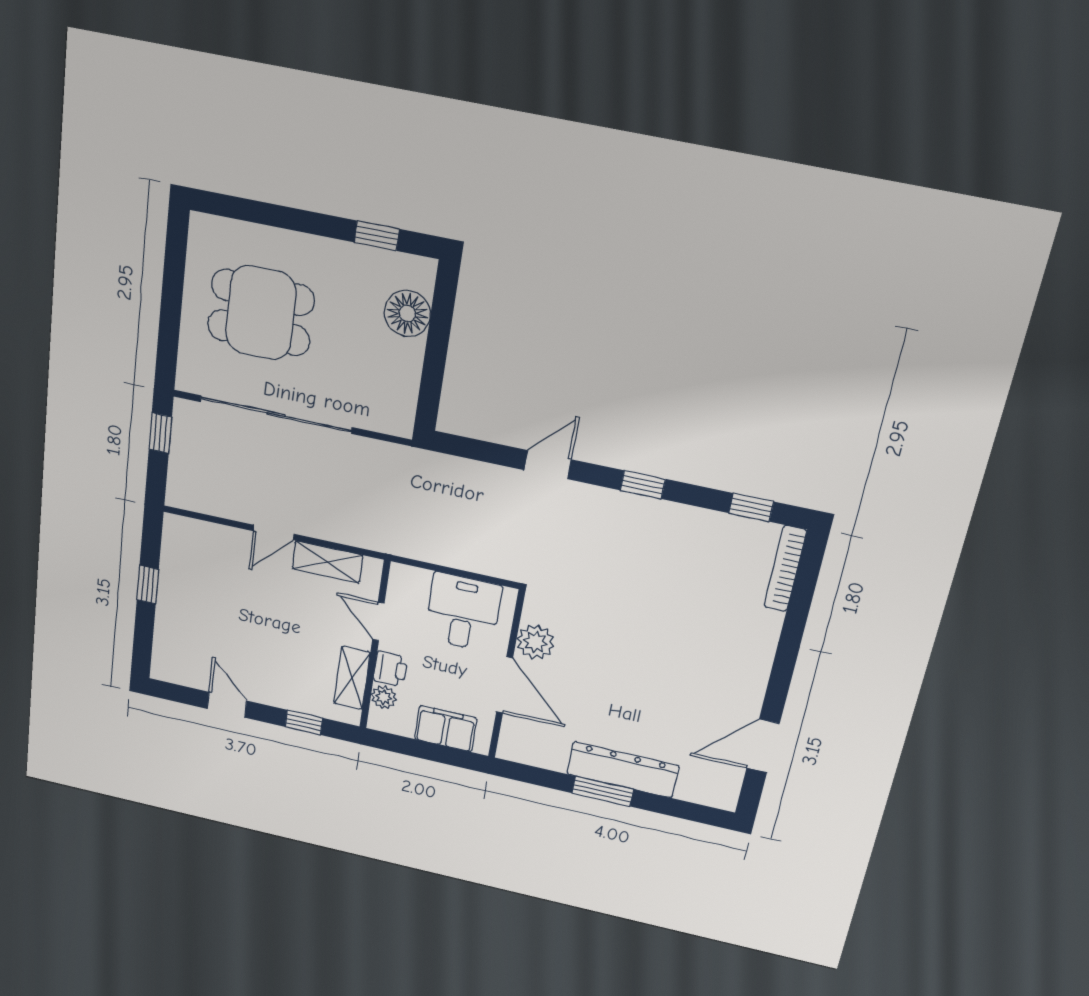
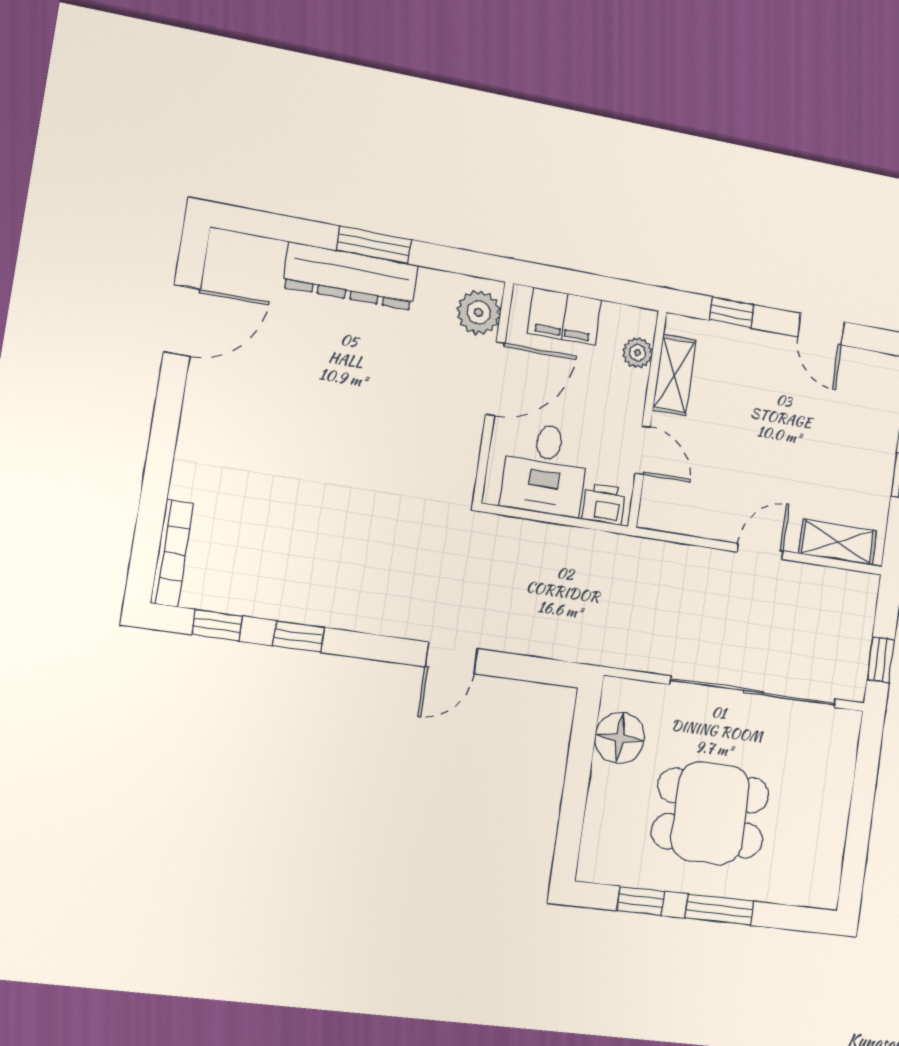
window: (302, 221) -> (719, 910), added
dining table: (261, 313) -> (710, 813), moved
floor lamp: (407, 313) -> (620, 738), moved
window: (643, 485) -> (299, 637), moved
shelving: (327, 562) -> (838, 542), moved
plant: (535, 642) -> (479, 312), moved
printer: (390, 669) -> (604, 504), moved, turned 90
door: (505, 685) -> (495, 379), swing flipped

